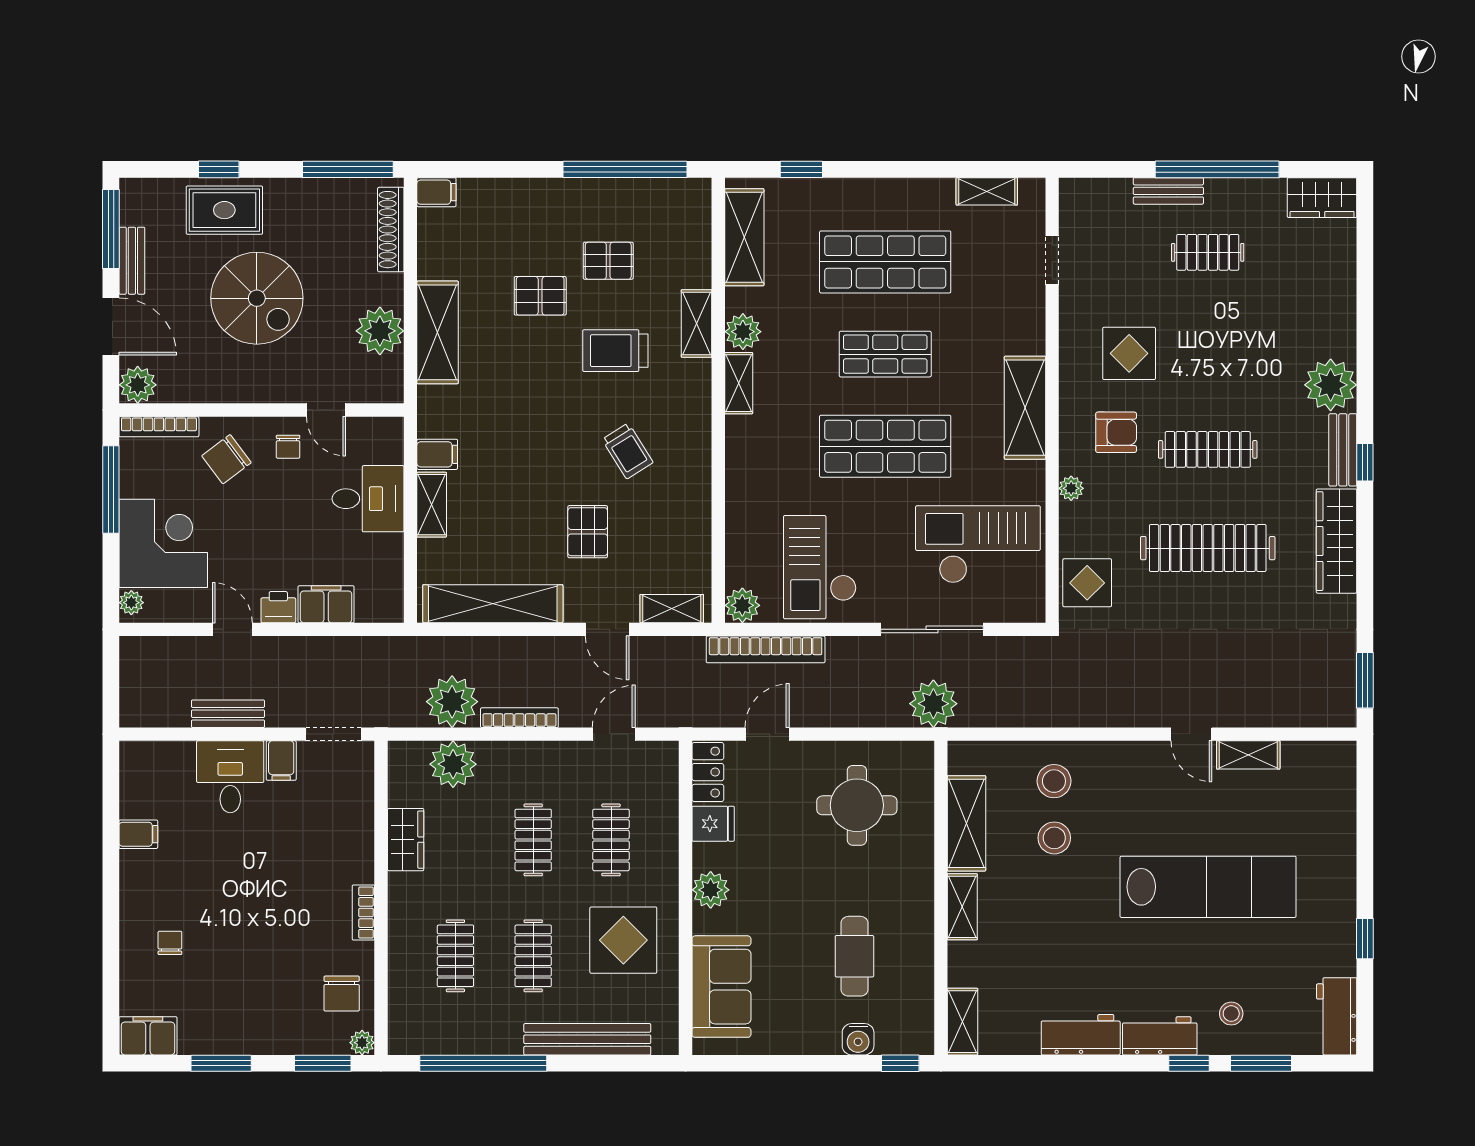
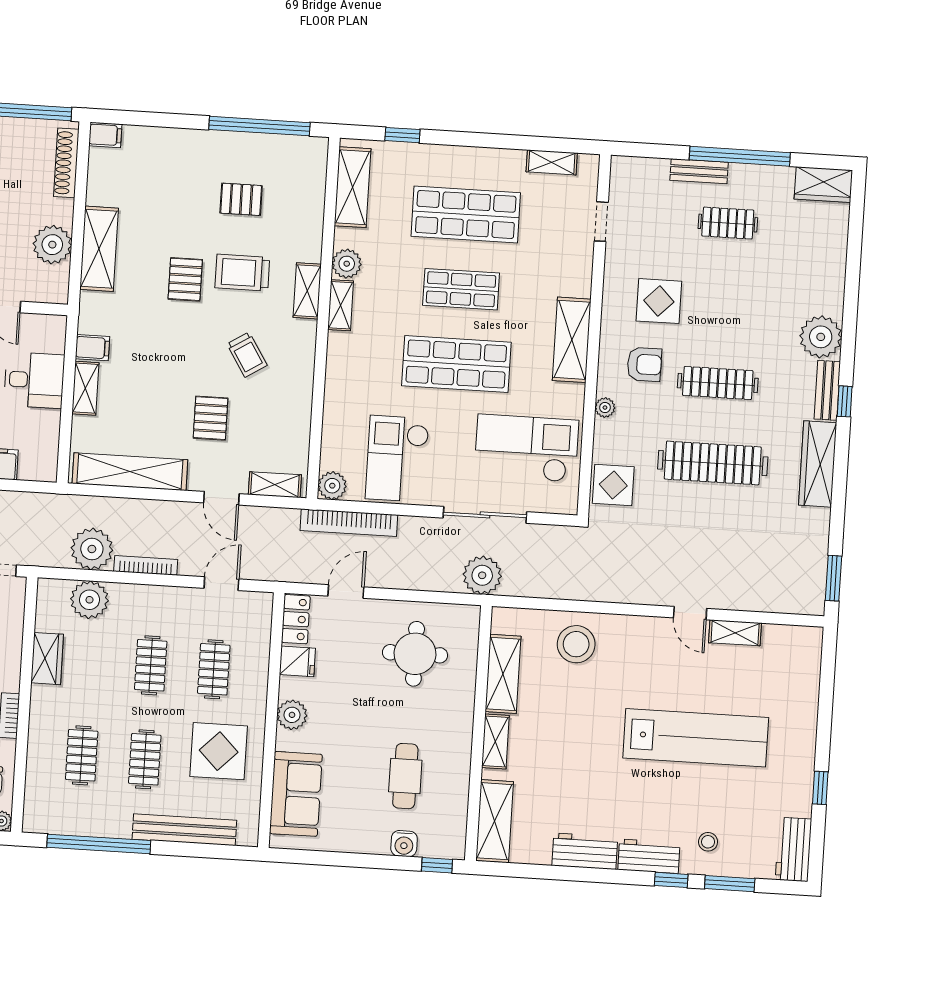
pallet: (540, 296) -> (185, 279), moved, turned 90
shelving: (696, 323) -> (307, 291), moved
stool: (1054, 781) -> (576, 644), width x1.38, depth x1.38
stool: (1054, 838) -> (573, 690), removed
shelving: (962, 1022) -> (495, 821), width x1.50, depth x1.33

